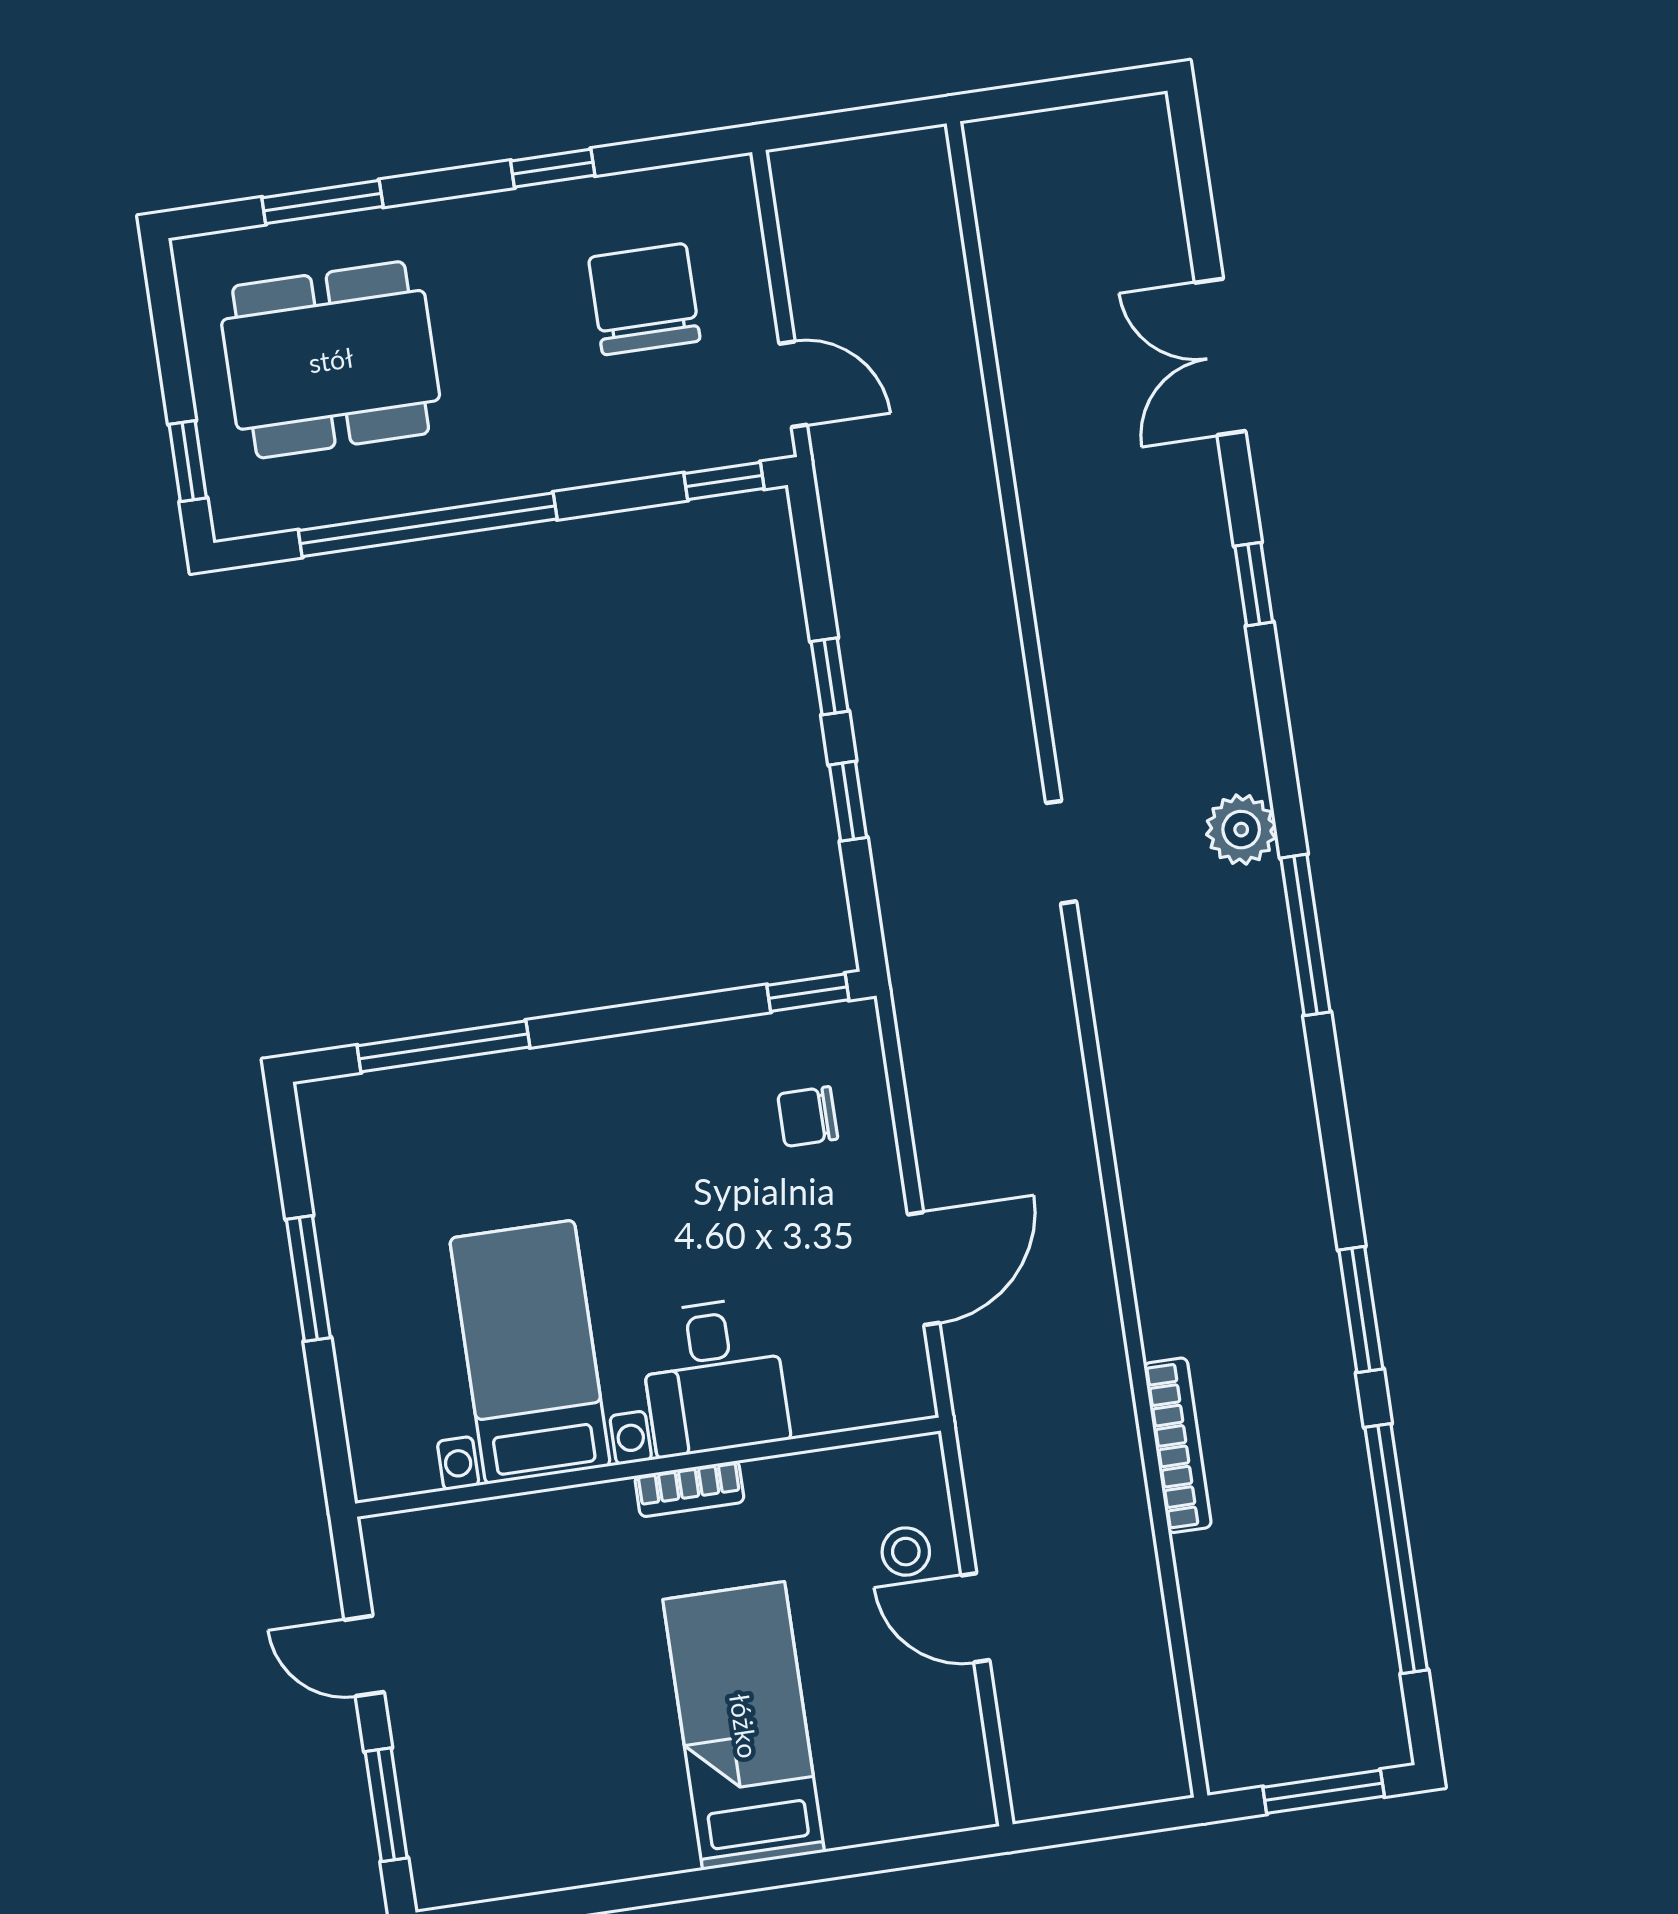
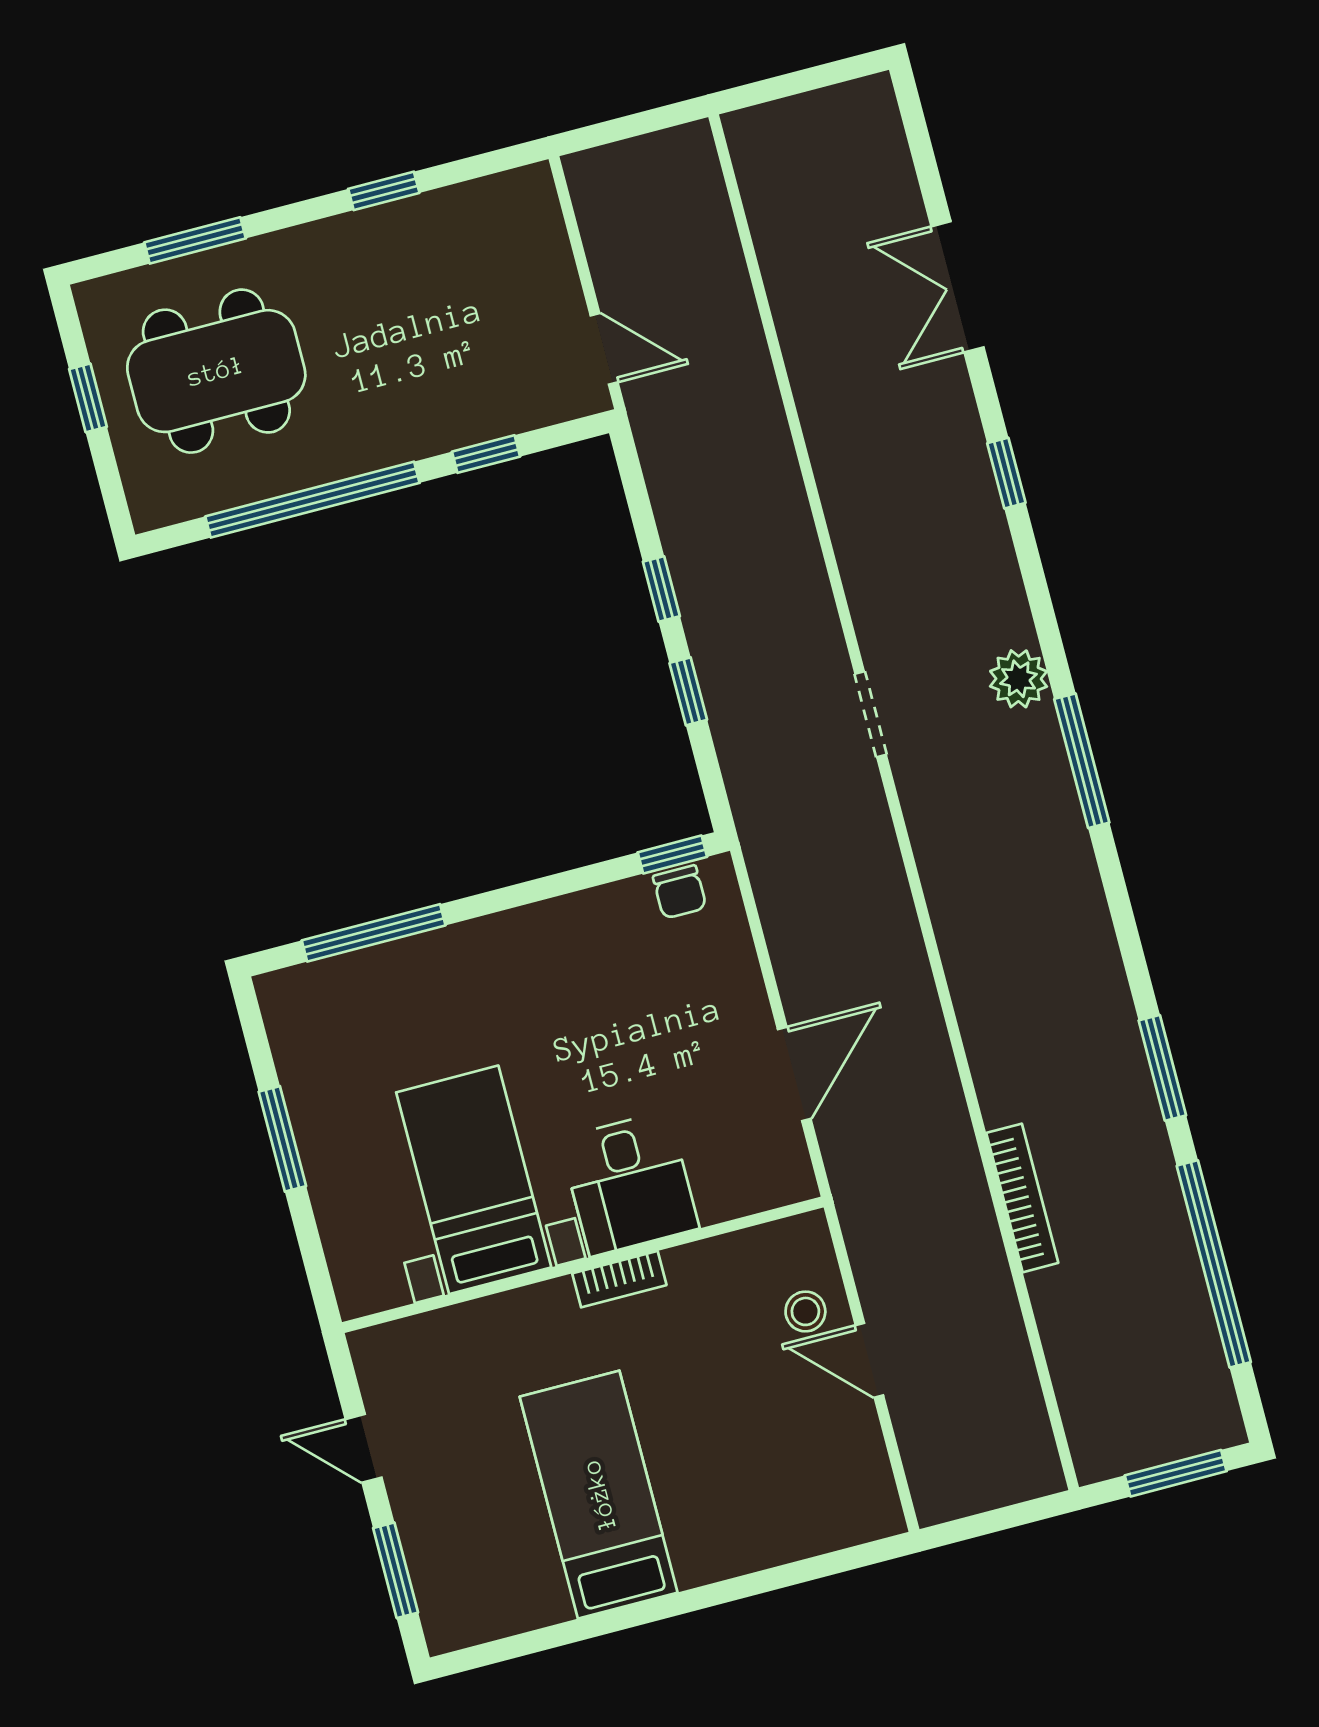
chair: (644, 299) -> (472, 292), removed
window: (188, 461) -> (88, 398), moved
window: (724, 481) -> (486, 454), moved
chair: (808, 1117) -> (680, 892), moved, turned -90
bed: (744, 1726) -> (599, 1495), moved

